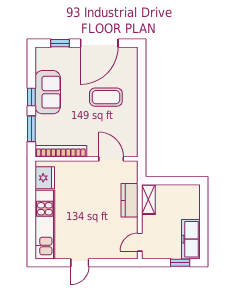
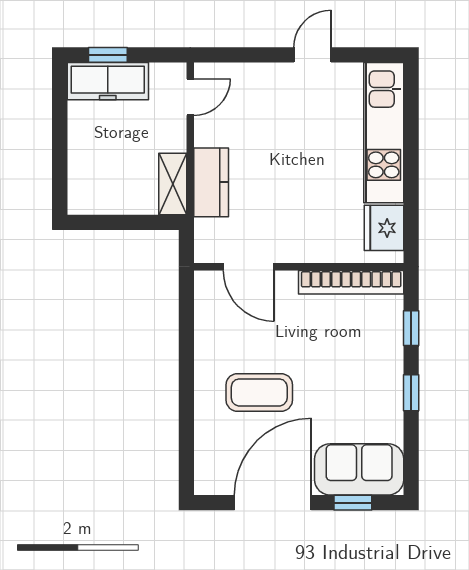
sofa: (48, 92) -> (359, 469), moved, turned 90
window: (31, 129) -> (411, 328), width x0.67
freezer: (191, 239) -> (108, 81), moved, turned 90

